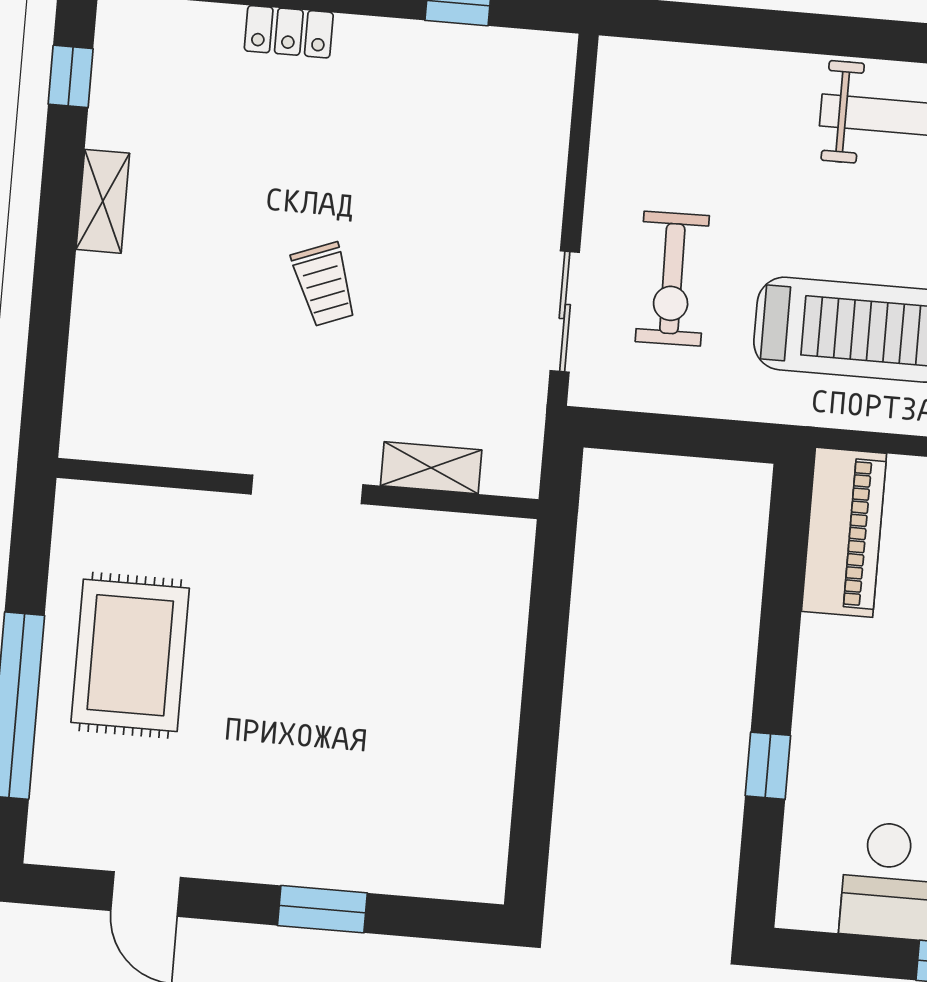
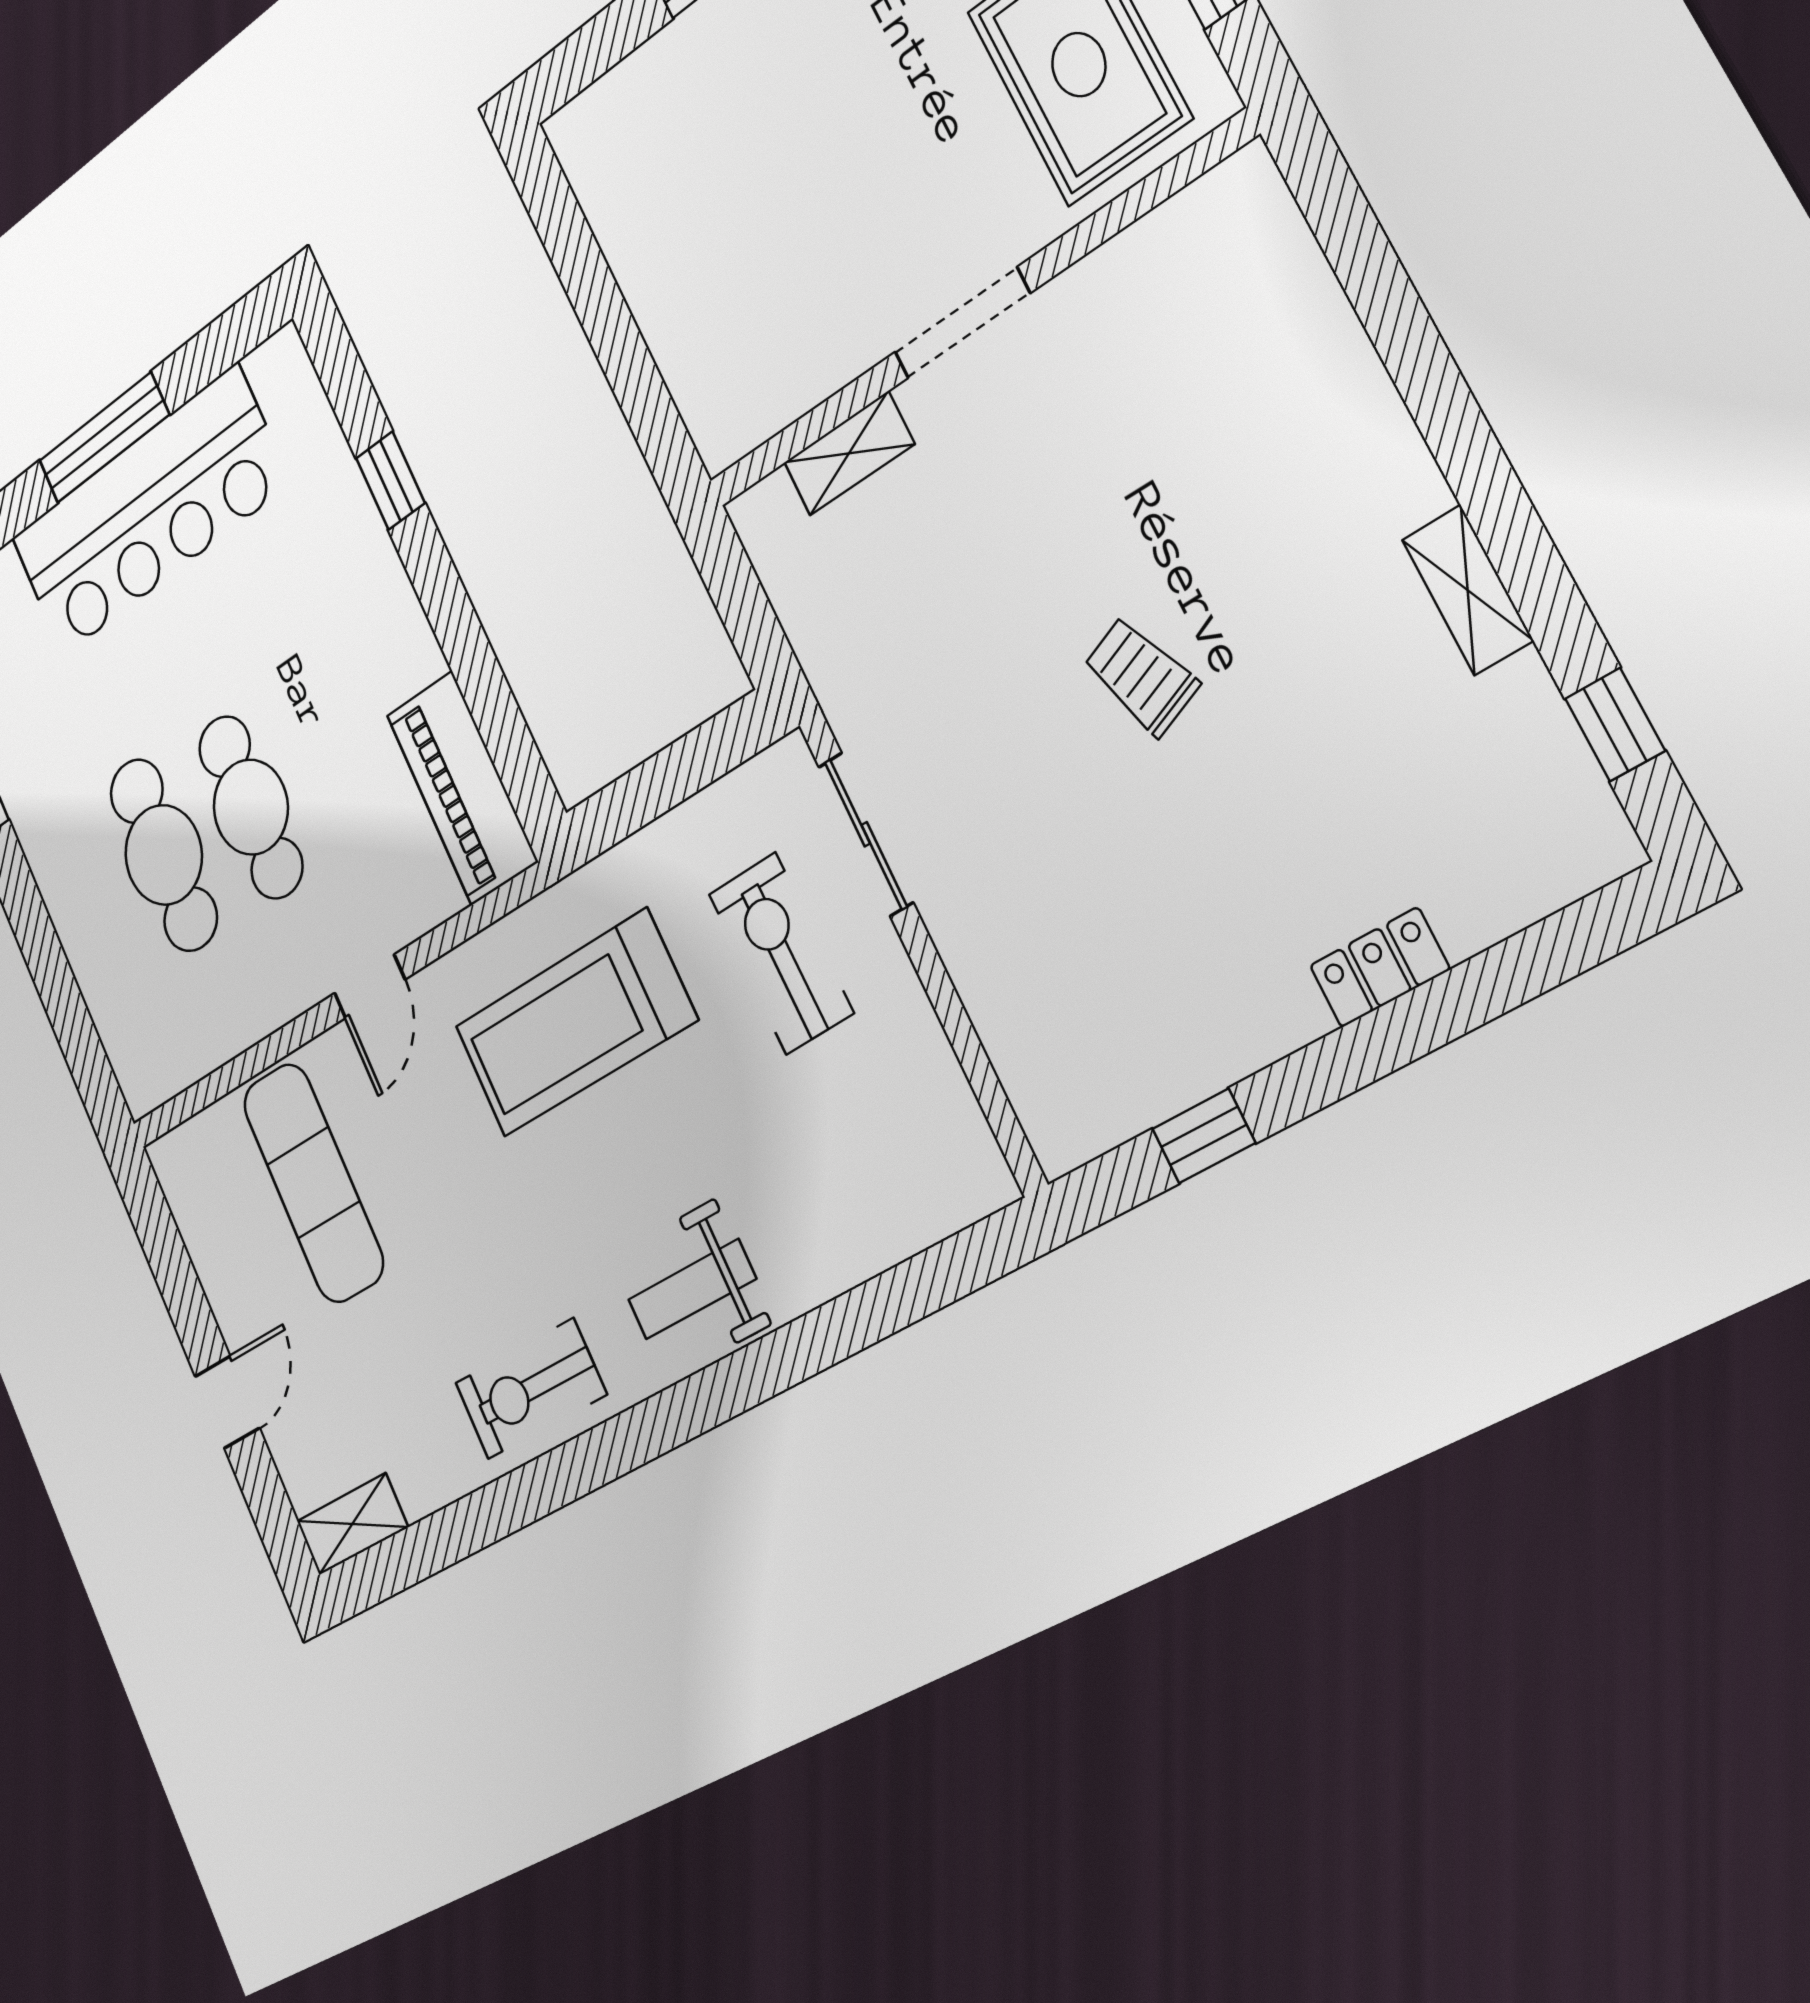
shelving: (431, 468) -> (849, 453), moved
wall: (298, 489) -> (972, 316), moved
doorway: (307, 489) -> (962, 323), moved

